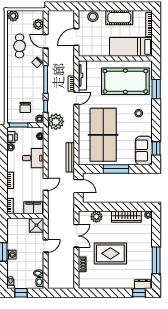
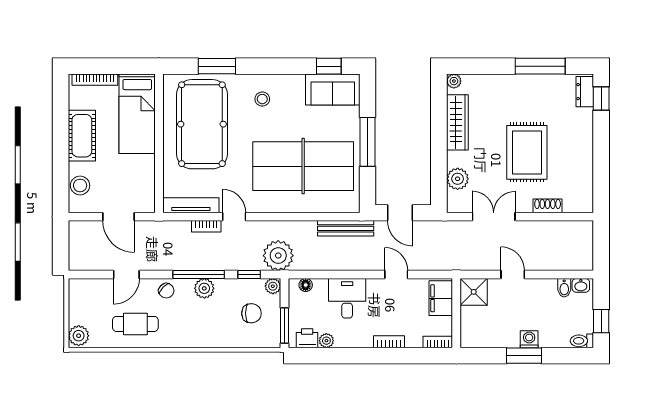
plant: (38, 24) -> (204, 288), moved
door: (78, 186) -> (400, 213), swing flipped

